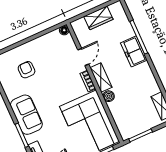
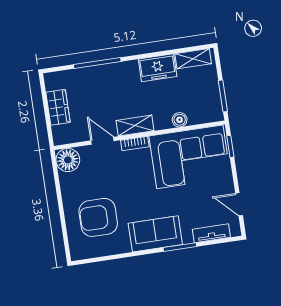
floor lamp: (64, 30) -> (68, 160), width x1.89, depth x1.89
freezer: (134, 51) -> (158, 68), moved
armchair: (27, 70) -> (98, 217), width x1.88, depth x1.88
boiler: (109, 96) -> (180, 120), moved

